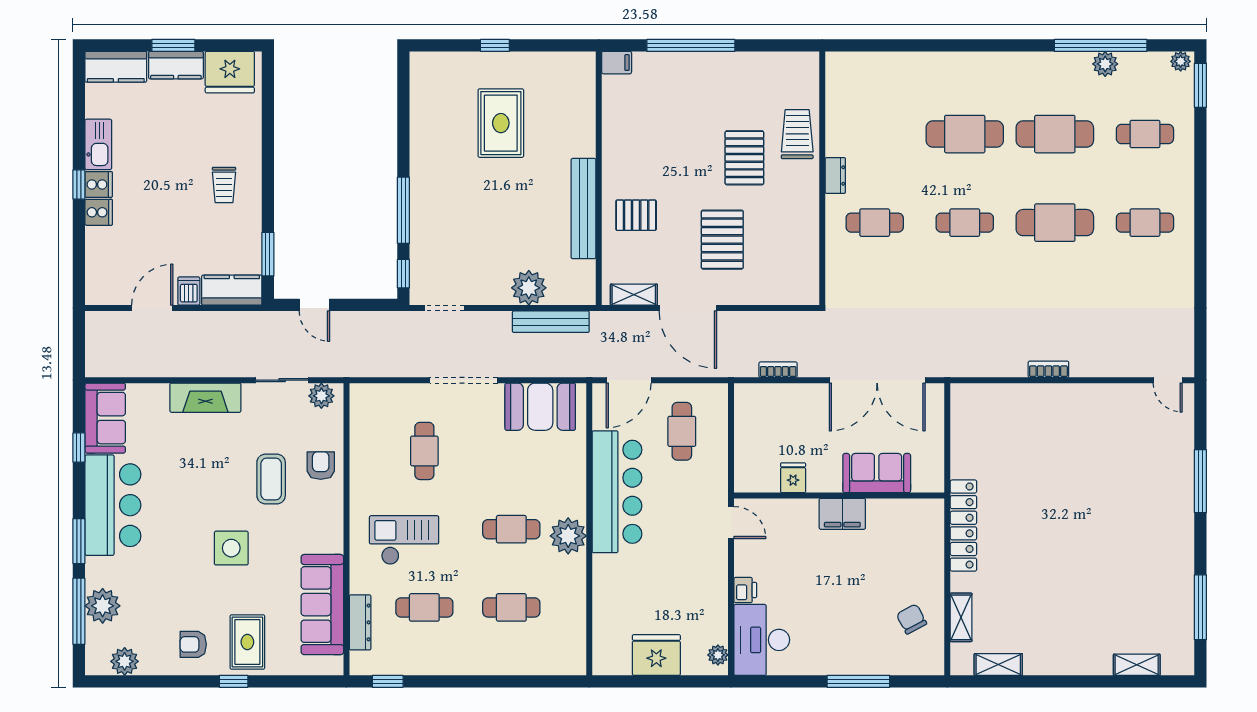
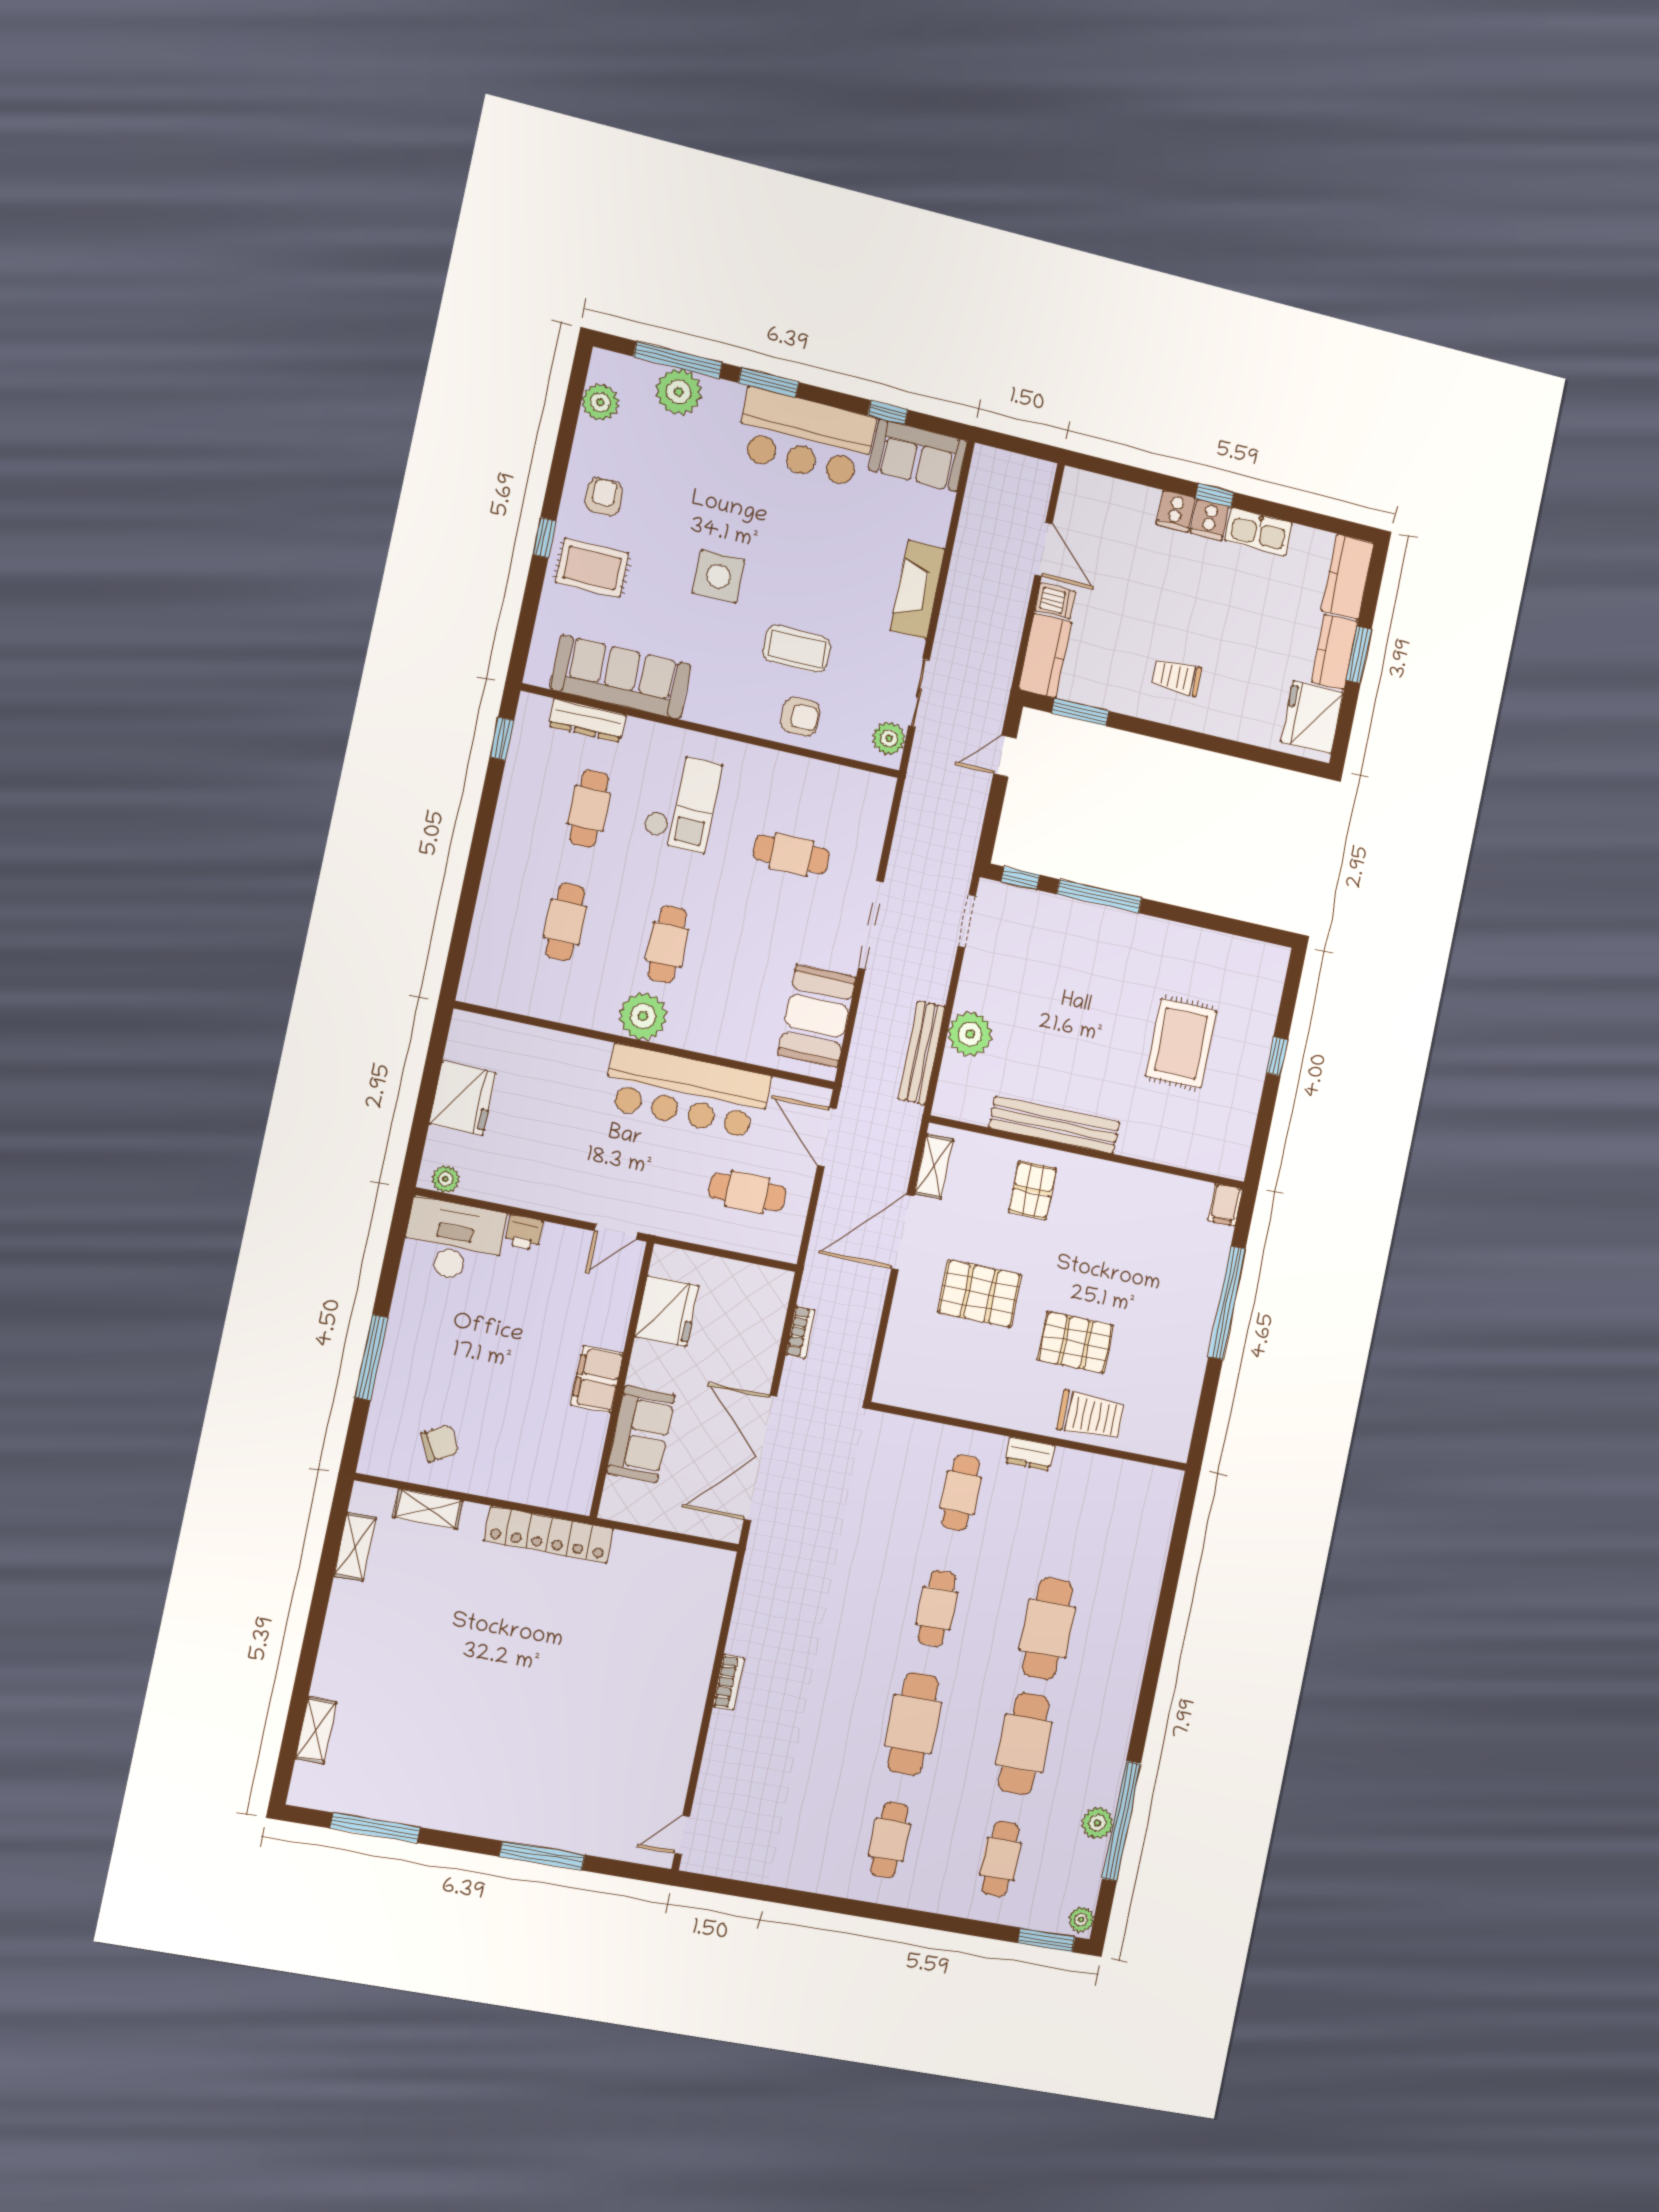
rug: (501, 123) -> (1181, 1043), turned 90
fridge: (793, 478) -> (667, 1311), width x1.88, depth x1.34

